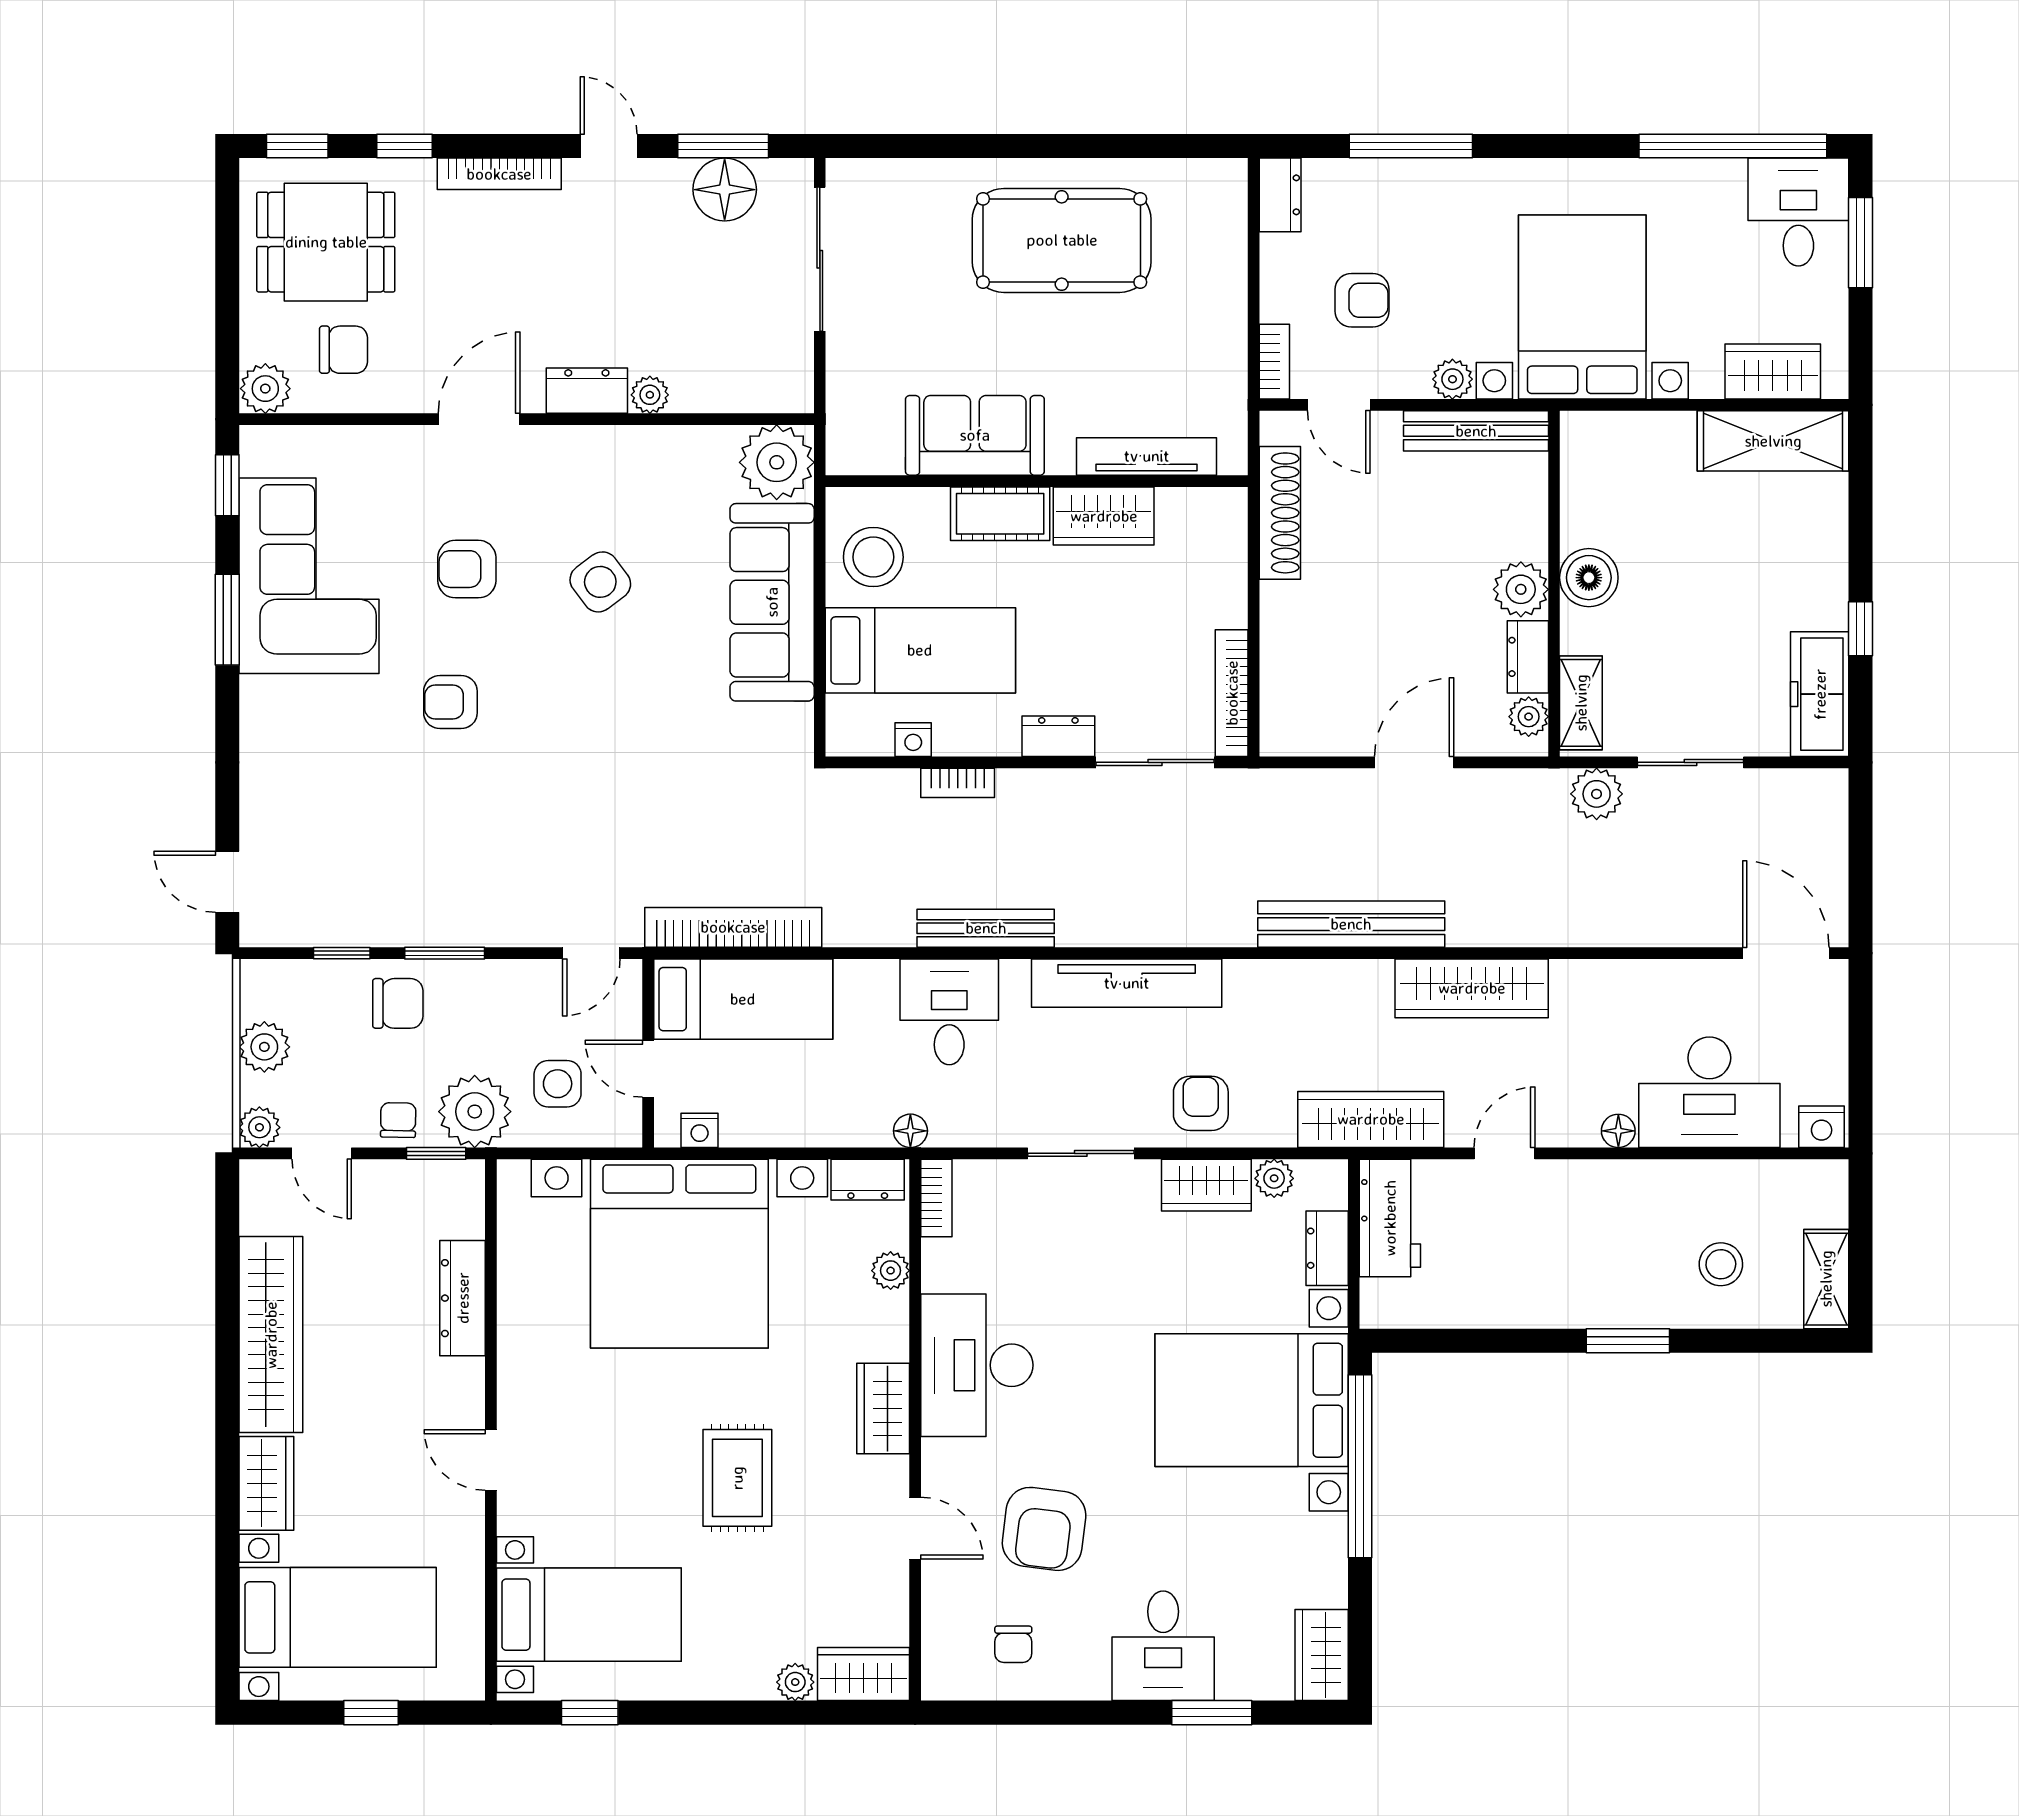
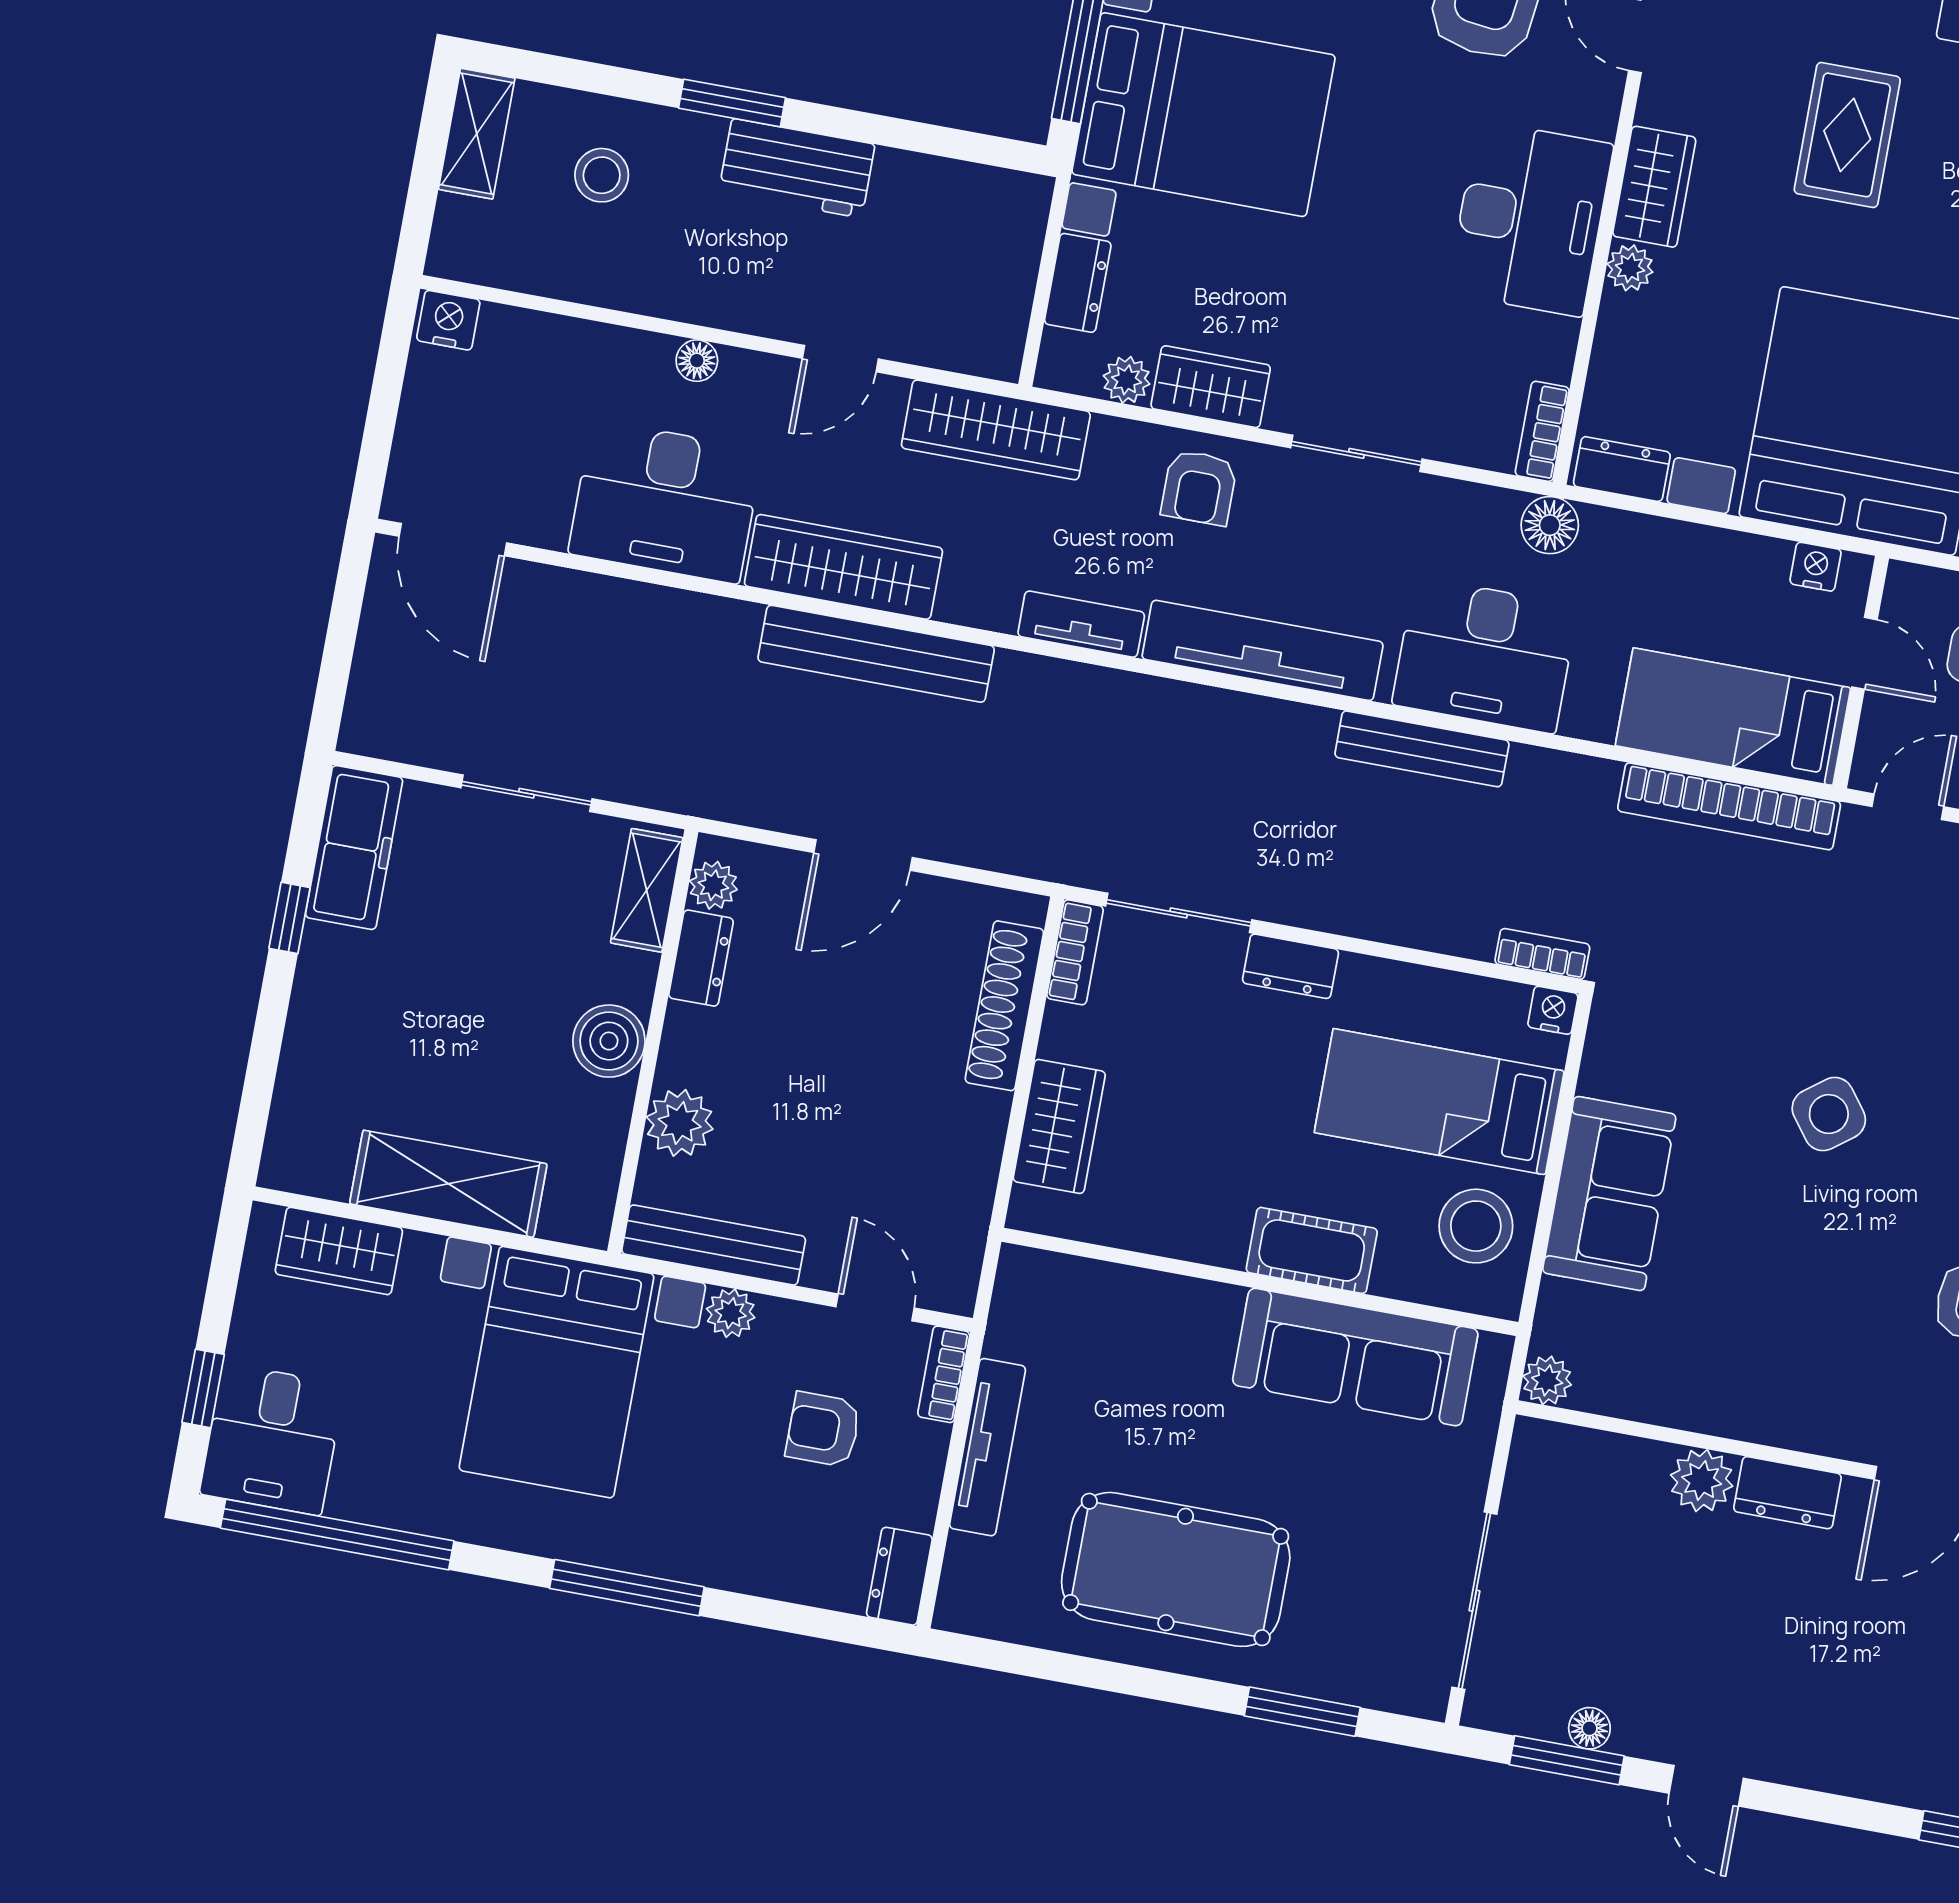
window: (940, 146) -> (1302, 1712), added
window: (1411, 146) -> (627, 1588), moved
bookcase: (499, 174) -> (1846, 1776), removed
floor lamp: (725, 190) -> (1589, 1728), width x0.53, depth x0.53
window: (1861, 243) -> (203, 1388), width x0.67
plant: (650, 395) -> (1702, 1481), width x1.38, depth x1.38
sofa: (975, 435) -> (1355, 1357), width x1.36
shelving: (1773, 441) -> (448, 1184), moved
tv unit: (1147, 456) -> (987, 1447), moved, turned -90
plant: (777, 462) -> (1547, 1380), width x0.53, depth x0.53
shoe rack: (1280, 513) -> (1004, 1006), moved
wardrobe: (1104, 516) -> (1059, 1126), moved, turned 90
side table: (600, 582) -> (1829, 1114), moved
plant: (1521, 589) -> (680, 1123), moved
sofa: (772, 602) -> (1609, 1194), width x0.73
bookcase: (1232, 693) -> (1075, 952), width x0.64
nightstand: (913, 740) -> (1553, 1010), moved
bookcase: (958, 783) -> (1542, 954), moved
plant: (1597, 794) -> (648, 776), removed
bench: (1351, 924) -> (876, 654), moved
tv unit: (1275, 978) -> (1081, 624), added
desk: (949, 1012) -> (1485, 655), width x1.37
desk: (1709, 1092) -> (666, 502), moved, turned 180
floor lamp: (910, 1131) -> (1550, 525), width x1.37, depth x1.37
workbench: (1390, 1218) -> (797, 168), moved, turned -90
plant: (891, 1271) -> (1630, 268), moved

